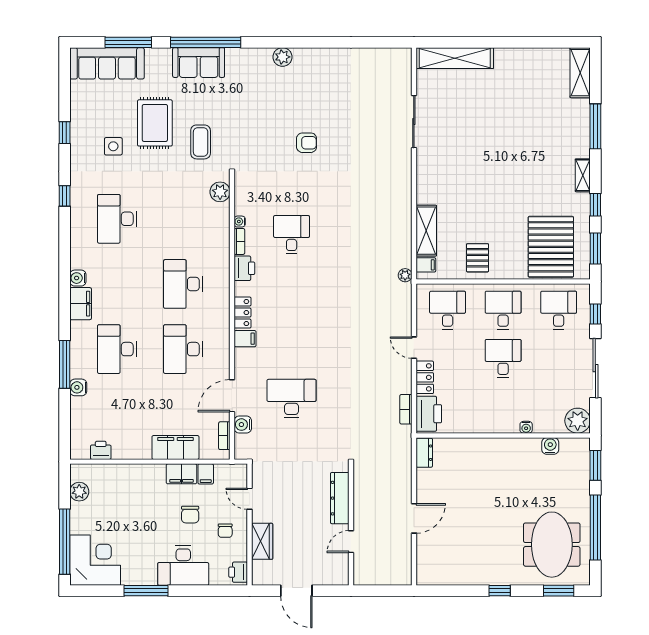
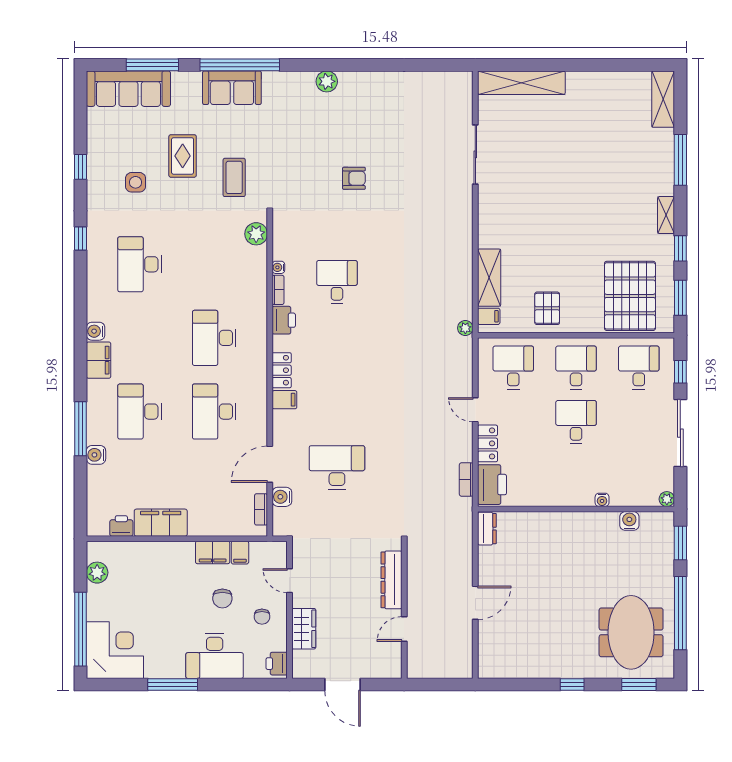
rug: (155, 123) -> (183, 156), width x0.73, depth x0.70
plant: (578, 421) -> (667, 499), width x0.53, depth x0.53
filing cabinet: (175, 447) -> (161, 523), moved

